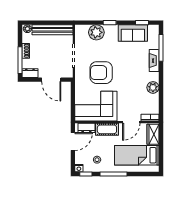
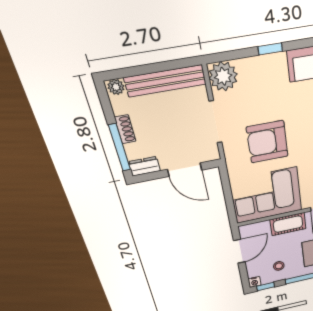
plant: (96, 32) -> (223, 76), moved
dresser: (86, 128) -> (257, 229), removed

